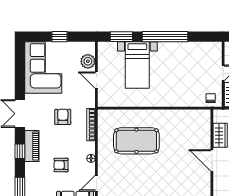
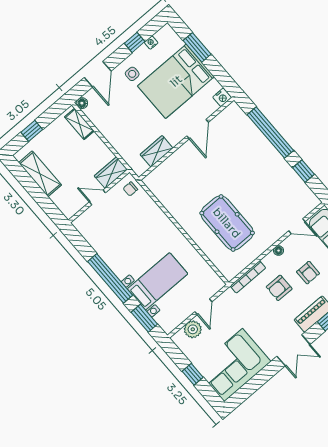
armchair: (63, 117) -> (279, 288), moved
door: (212, 160) -> (198, 129), moved

